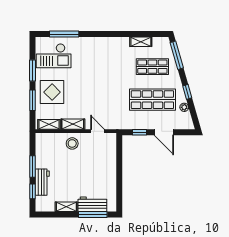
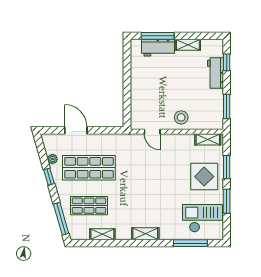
shelving: (73, 124) -> (145, 234), moved
window: (140, 132) -> (104, 130), removed
window: (33, 167) -> (227, 106), moved

